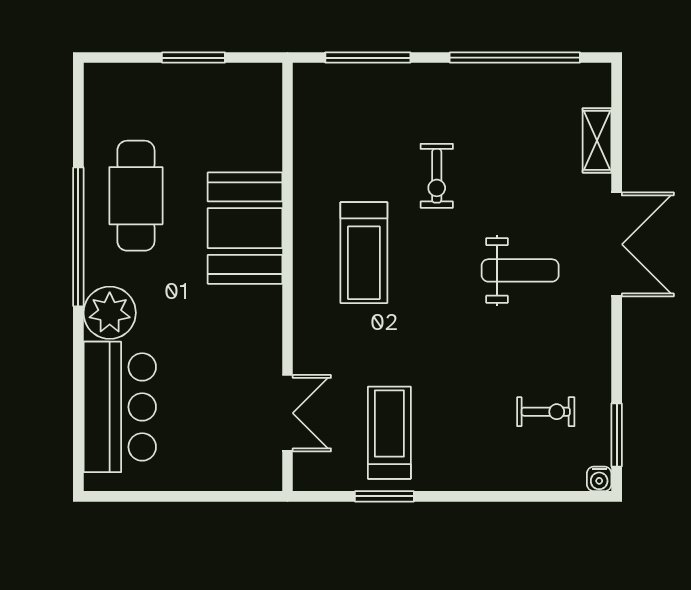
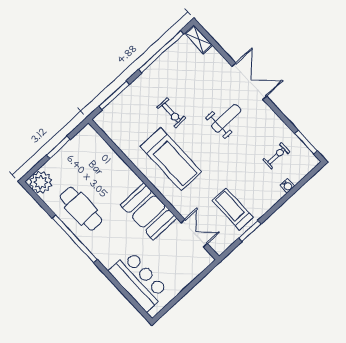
shelving: (597, 140) -> (199, 39), moved
booth: (245, 228) -> (149, 211), moved
treadmill: (364, 253) -> (171, 159), width x1.37, depth x1.37
plant: (110, 313) -> (41, 182), moved
water cooler: (599, 479) -> (287, 186), moved

